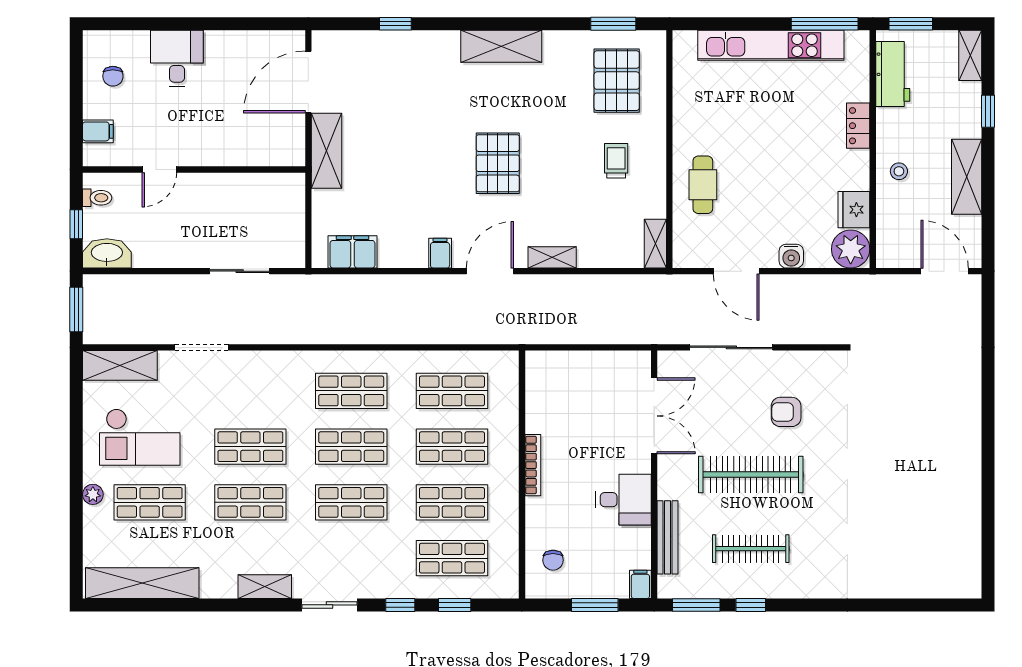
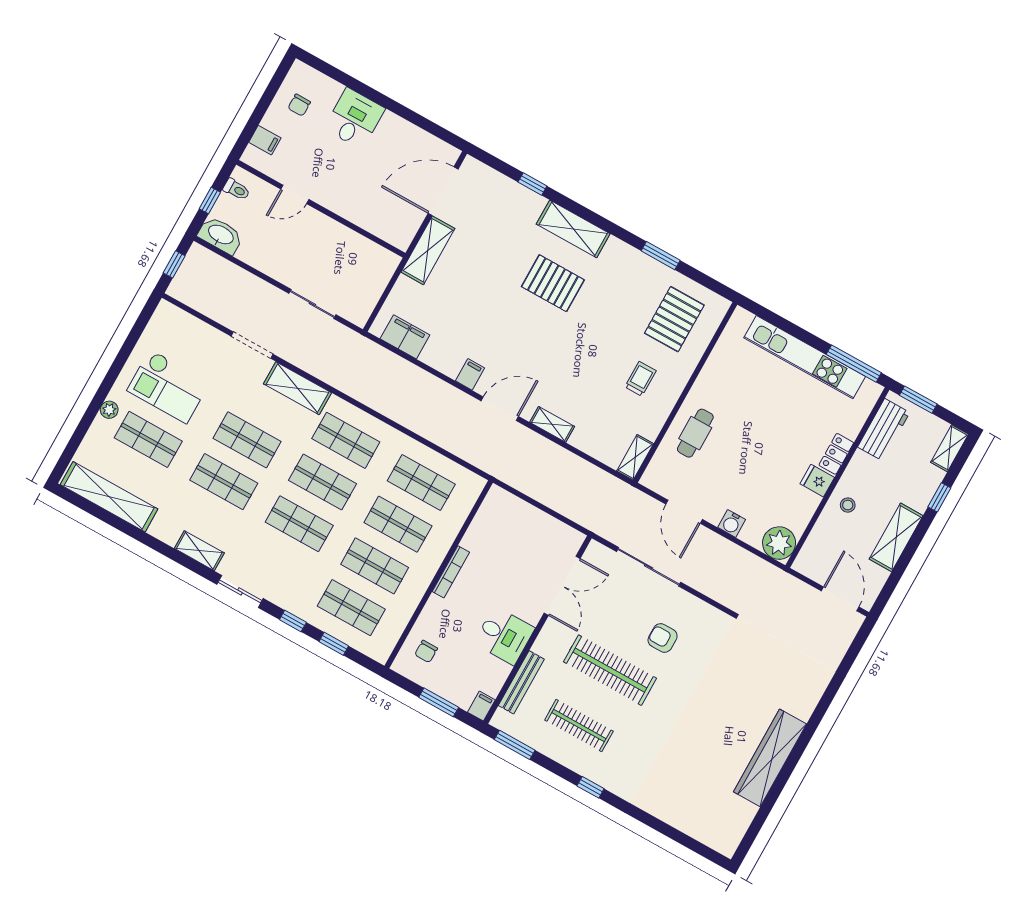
window: (613, 24) -> (661, 256), moved
shelving: (501, 46) -> (573, 229), moved
pallet: (498, 163) -> (553, 283), moved, turned 90
fridge: (854, 210) -> (817, 481), moved, width x0.72
window: (76, 309) -> (174, 264), width x0.67
shelving: (120, 365) -> (298, 388), moved
wardrobe: (964, 473) -> (770, 758), added
window: (751, 605) -> (590, 787), moved

